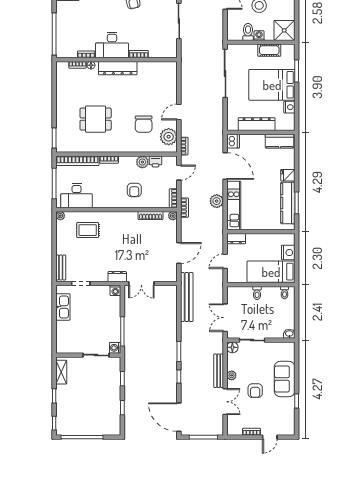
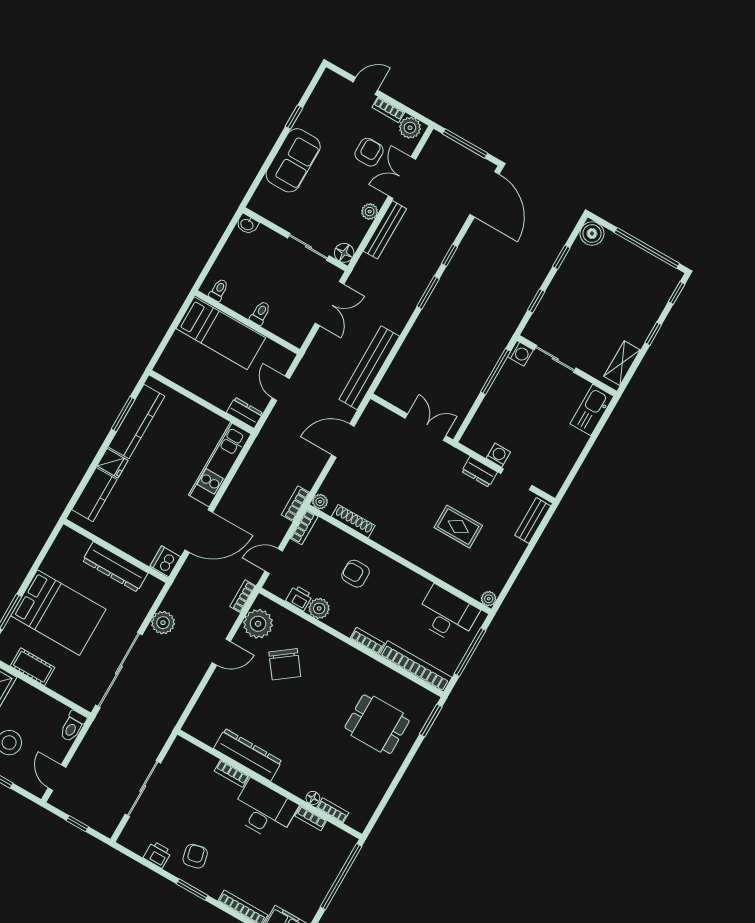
toilet: (248, 32) -> (73, 726), moved
washing machine: (259, 36) -> (35, 697), removed
dresser: (118, 68) -> (248, 755), moved
nightstand: (289, 107) -> (51, 564), removed
dining table: (96, 119) -> (377, 724), moved
chair: (144, 124) -> (285, 664), turned 143
kitchen counter: (280, 141) -> (94, 495), moved, turned 90
door: (225, 166) -> (199, 531), swing flipped
armchair: (134, 190) -> (356, 574), turned -90
plant: (217, 201) -> (163, 623), moved
rug: (88, 230) -> (458, 527), moved
nightstand: (288, 253) -> (179, 347), removed
door: (225, 261) -> (281, 388), swing flipped
dresser: (117, 277) -> (479, 472), moved
washing machine: (115, 290) -> (498, 455), moved
kitchen sink: (63, 307) -> (592, 410), moved
armchair: (255, 391) -> (369, 152), moved
boiler: (114, 428) -> (592, 234), added
plant: (235, 429) -> (410, 128), added

